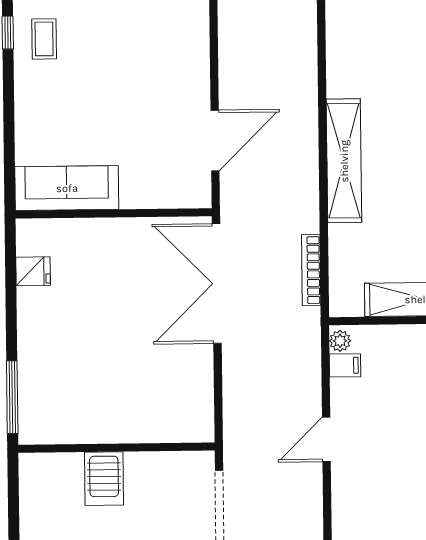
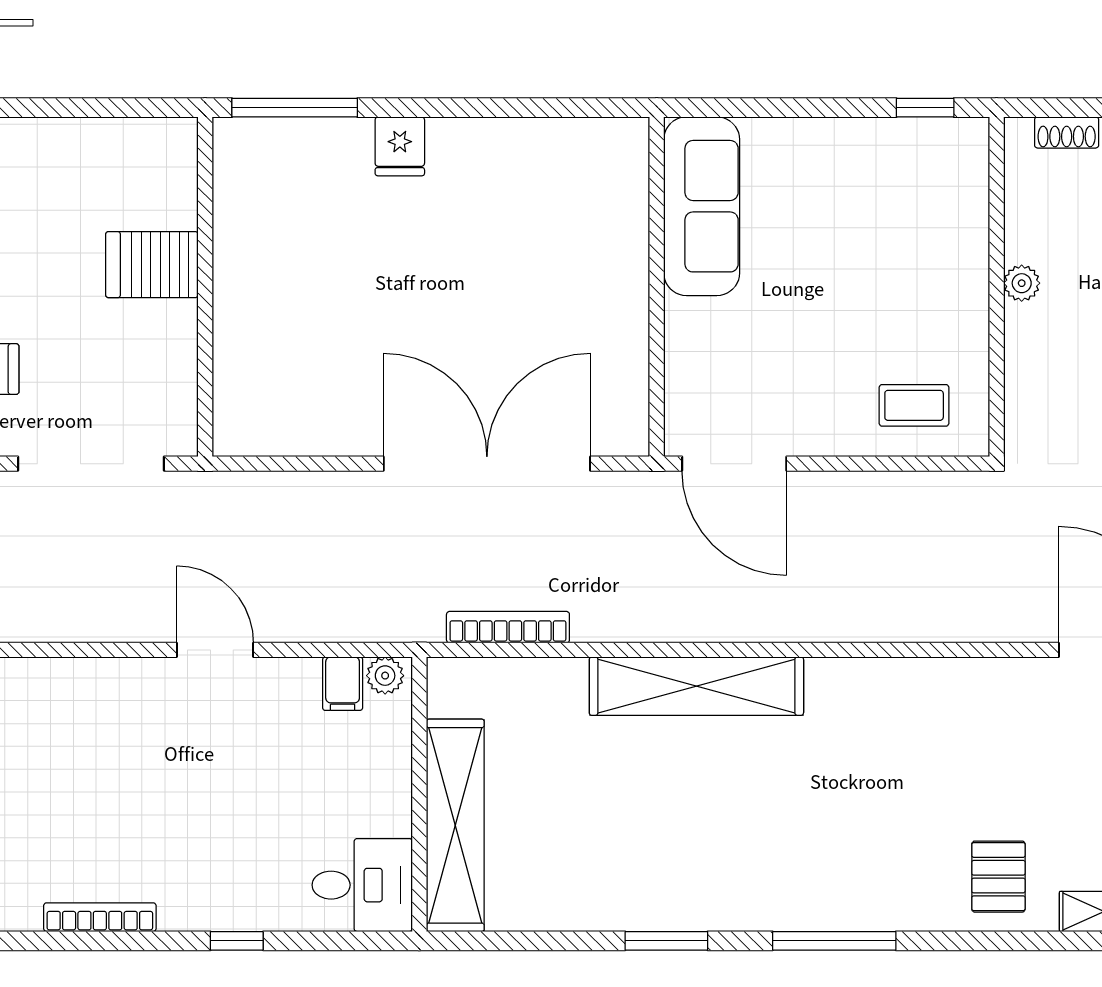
coffee table: (44, 39) -> (914, 405), moved
sofa: (67, 188) -> (702, 206), moved
wall: (114, 213) -> (657, 287), moved
fridge: (33, 271) -> (400, 146), moved

